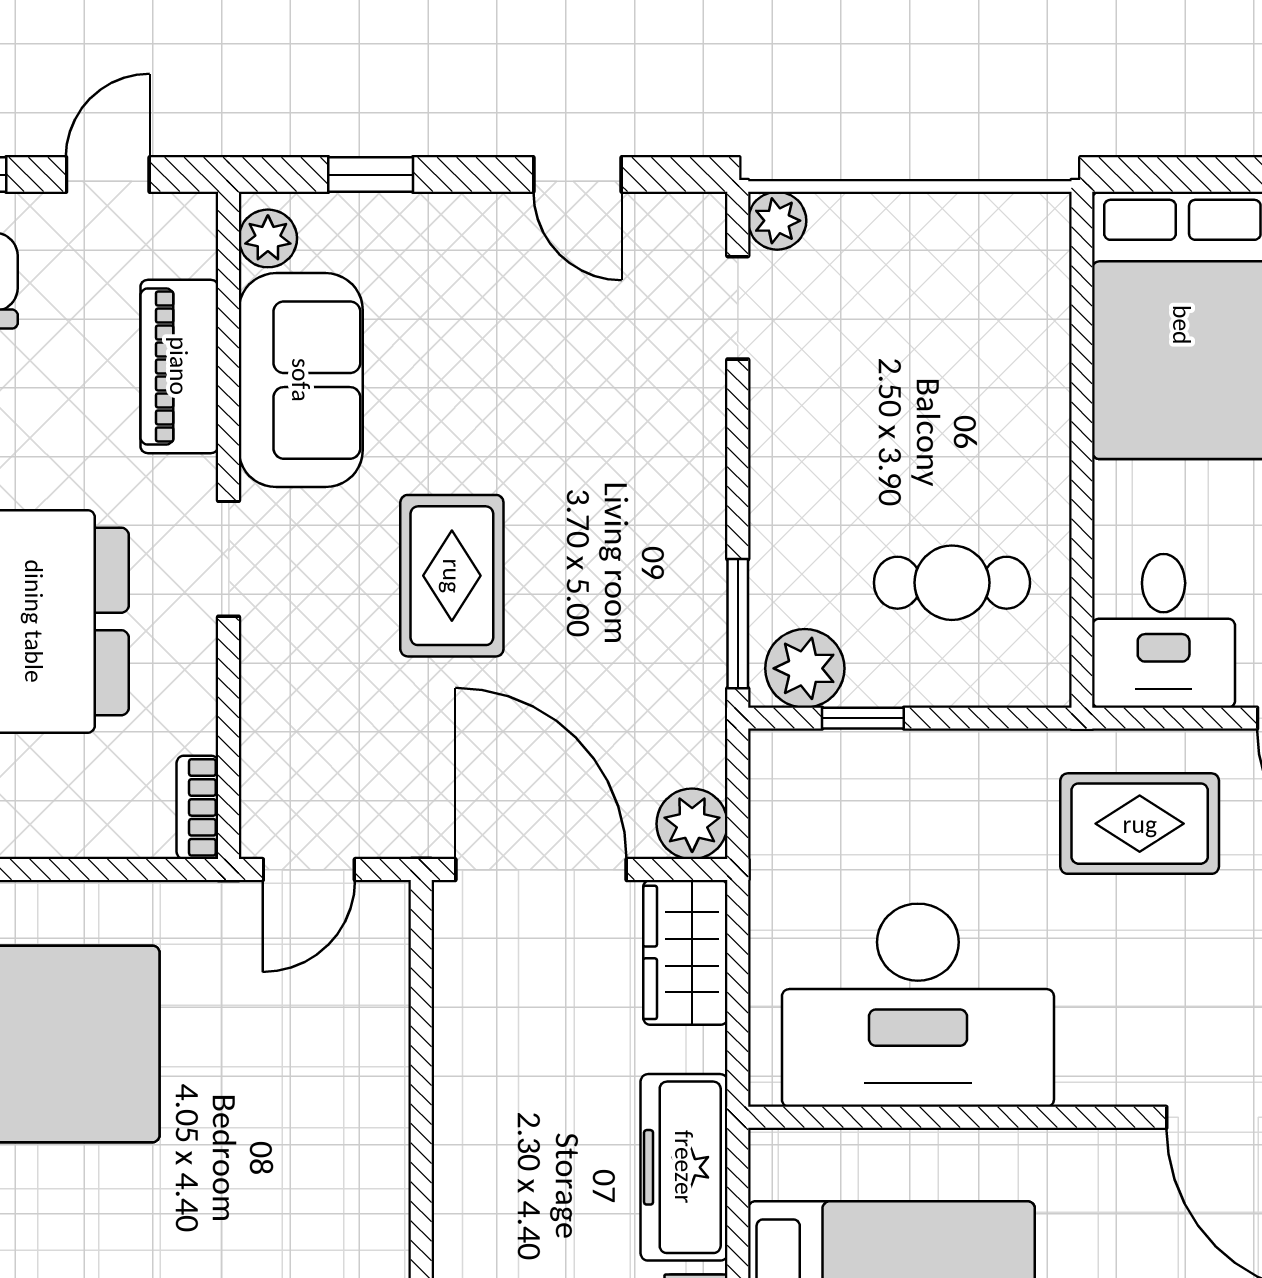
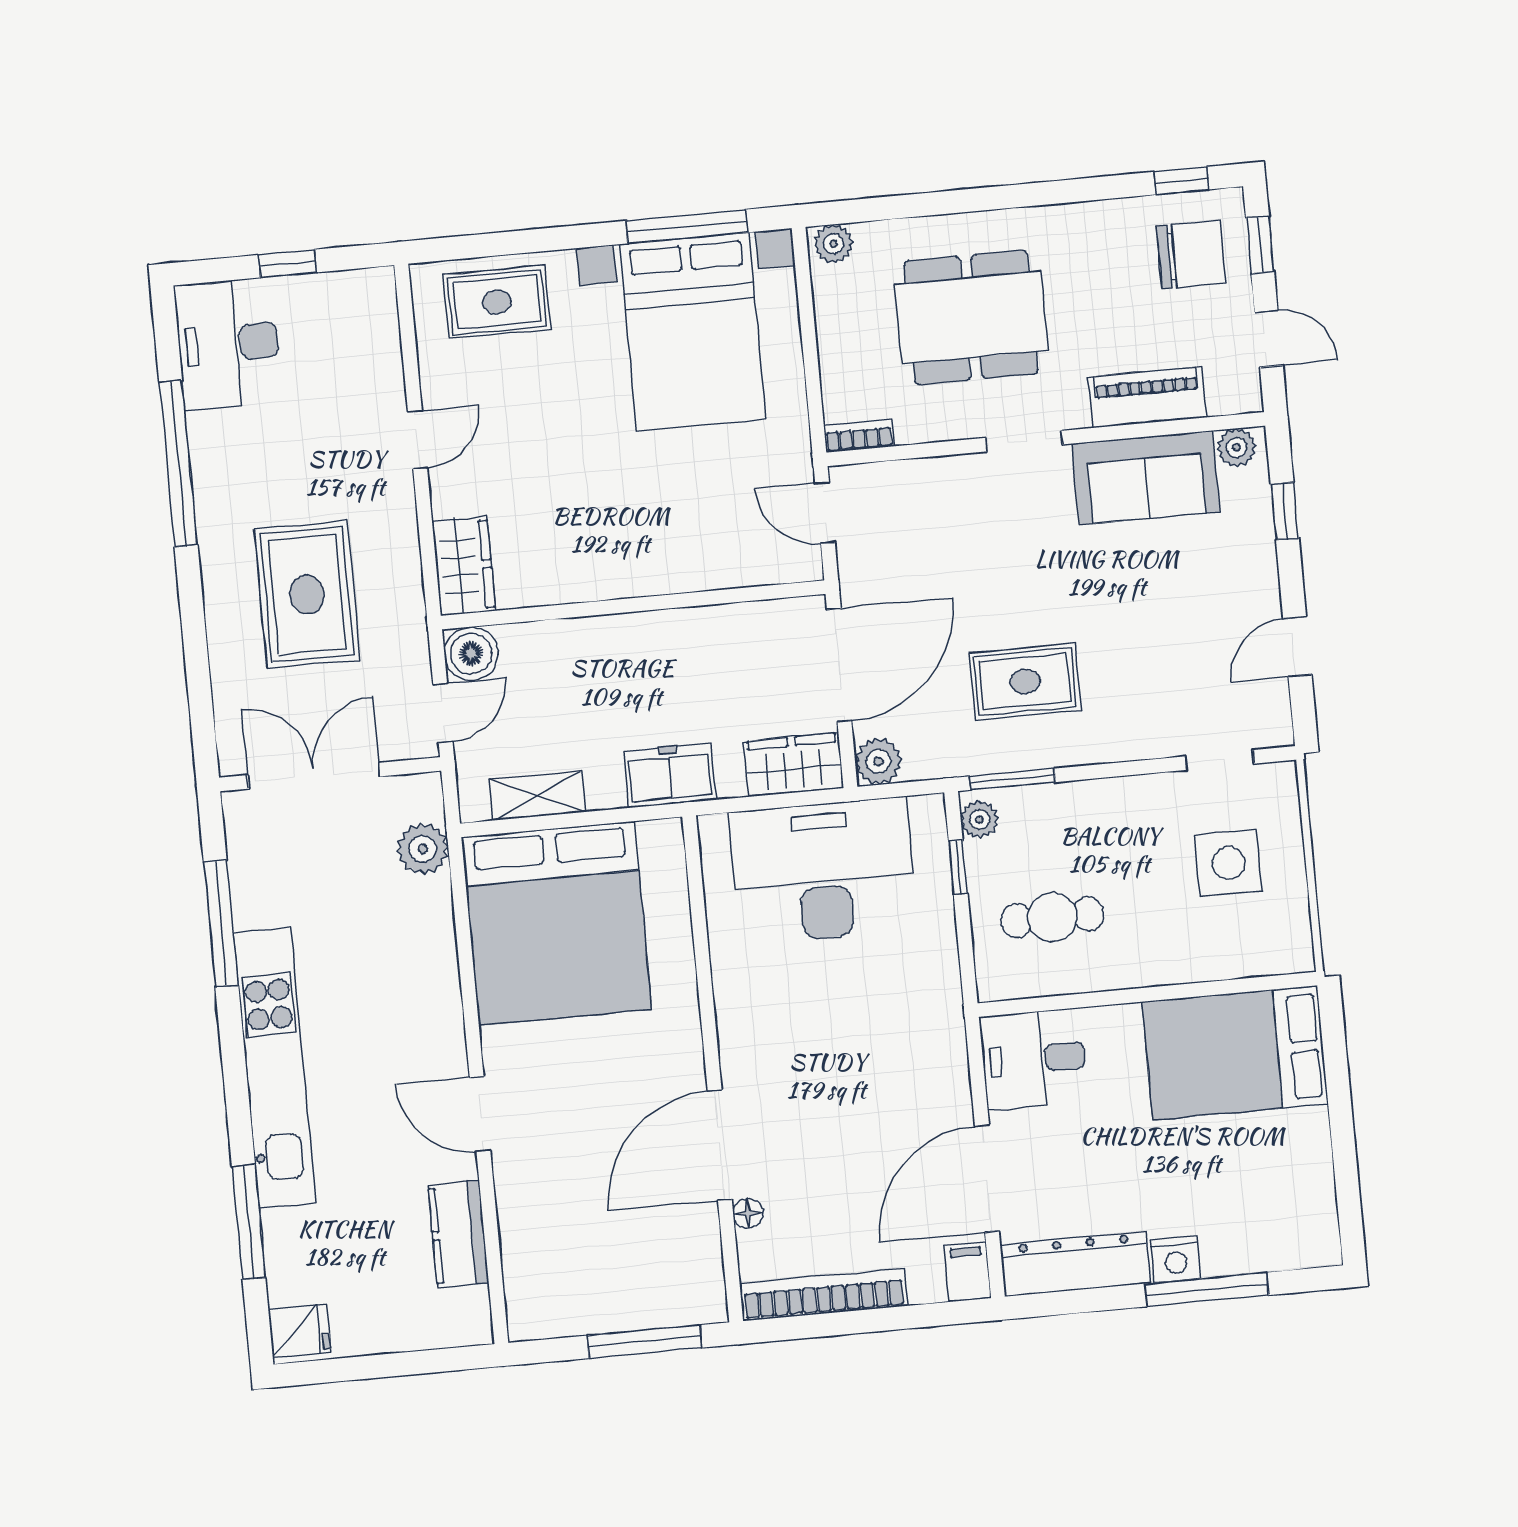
plant: (777, 221) -> (1279, 780), removed
side table: (894, 309) -> (1228, 863), added
rug: (452, 576) -> (1025, 682), moved
cafe table: (952, 583) -> (1052, 917), turned 90
plant: (805, 668) -> (979, 820), width x0.73, depth x0.73
rug: (1140, 824) -> (906, 1055), removed
desk: (918, 1005) -> (823, 871), moved, turned 90
freezer: (684, 1167) -> (670, 775), width x0.71

